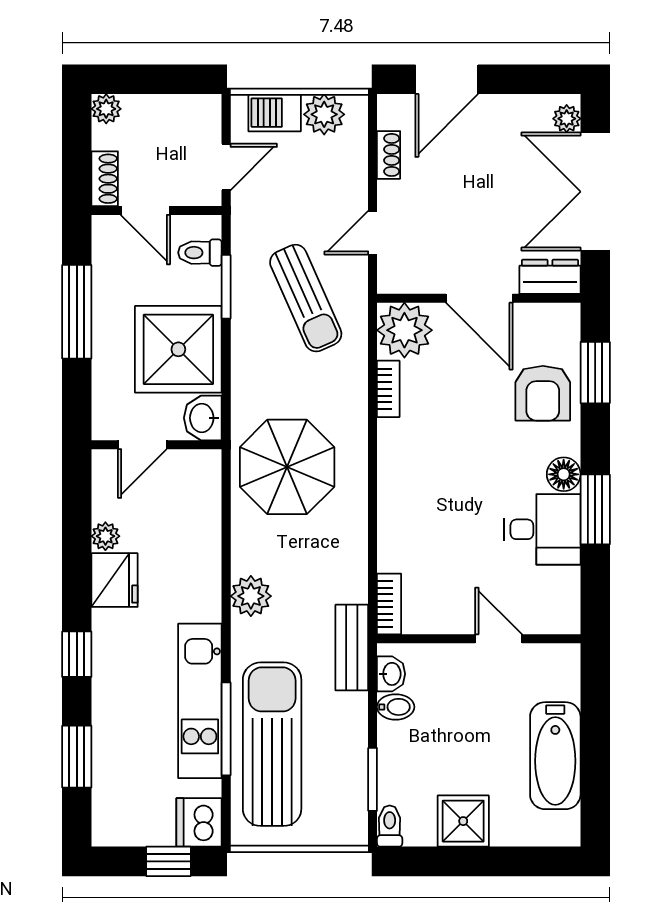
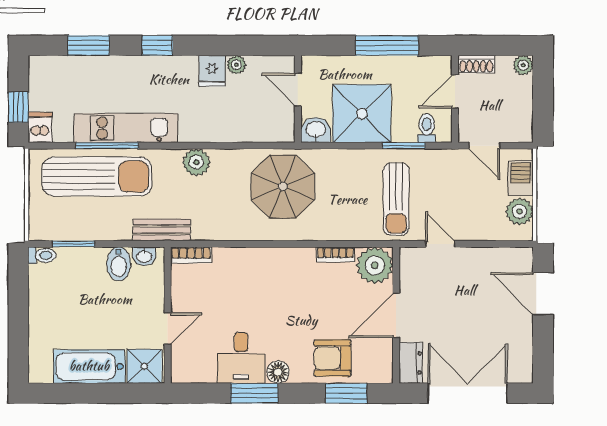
plant: (567, 119) -> (517, 374), removed
shoe rack: (389, 155) -> (492, 255), removed
sun lounger: (306, 298) -> (396, 199), turned -66
fridge: (115, 580) -> (212, 71), width x0.72
bidet: (396, 707) -> (119, 264), width x1.38, depth x1.36
shower: (463, 821) -> (144, 366), moved
dishwasher: (199, 822) -> (40, 127), width x0.73

